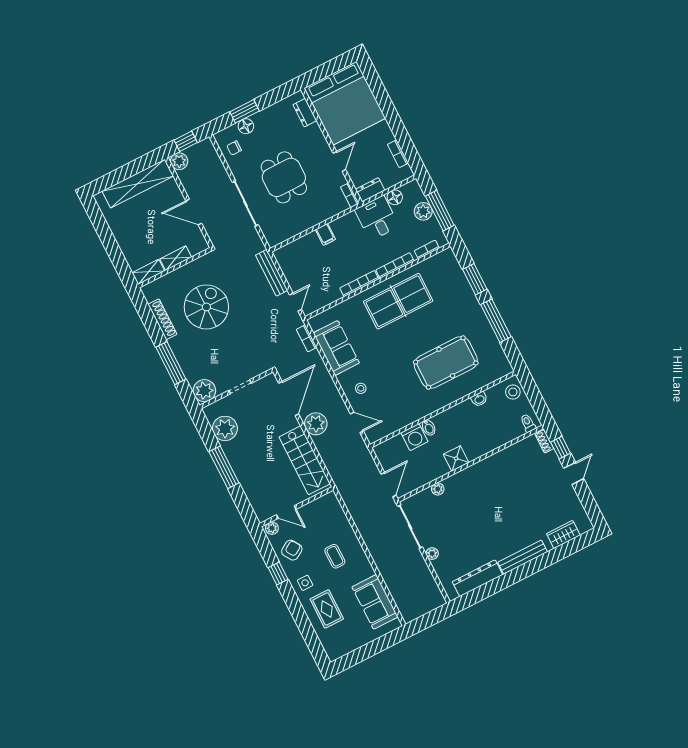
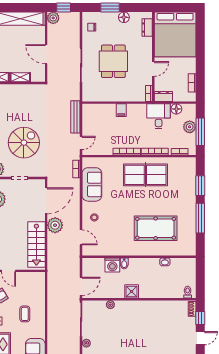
floor lamp: (246, 126) -> (124, 17), moved
spiral stairs: (206, 307) -> (24, 143), moved
stool: (513, 392) -> (188, 268), removed

